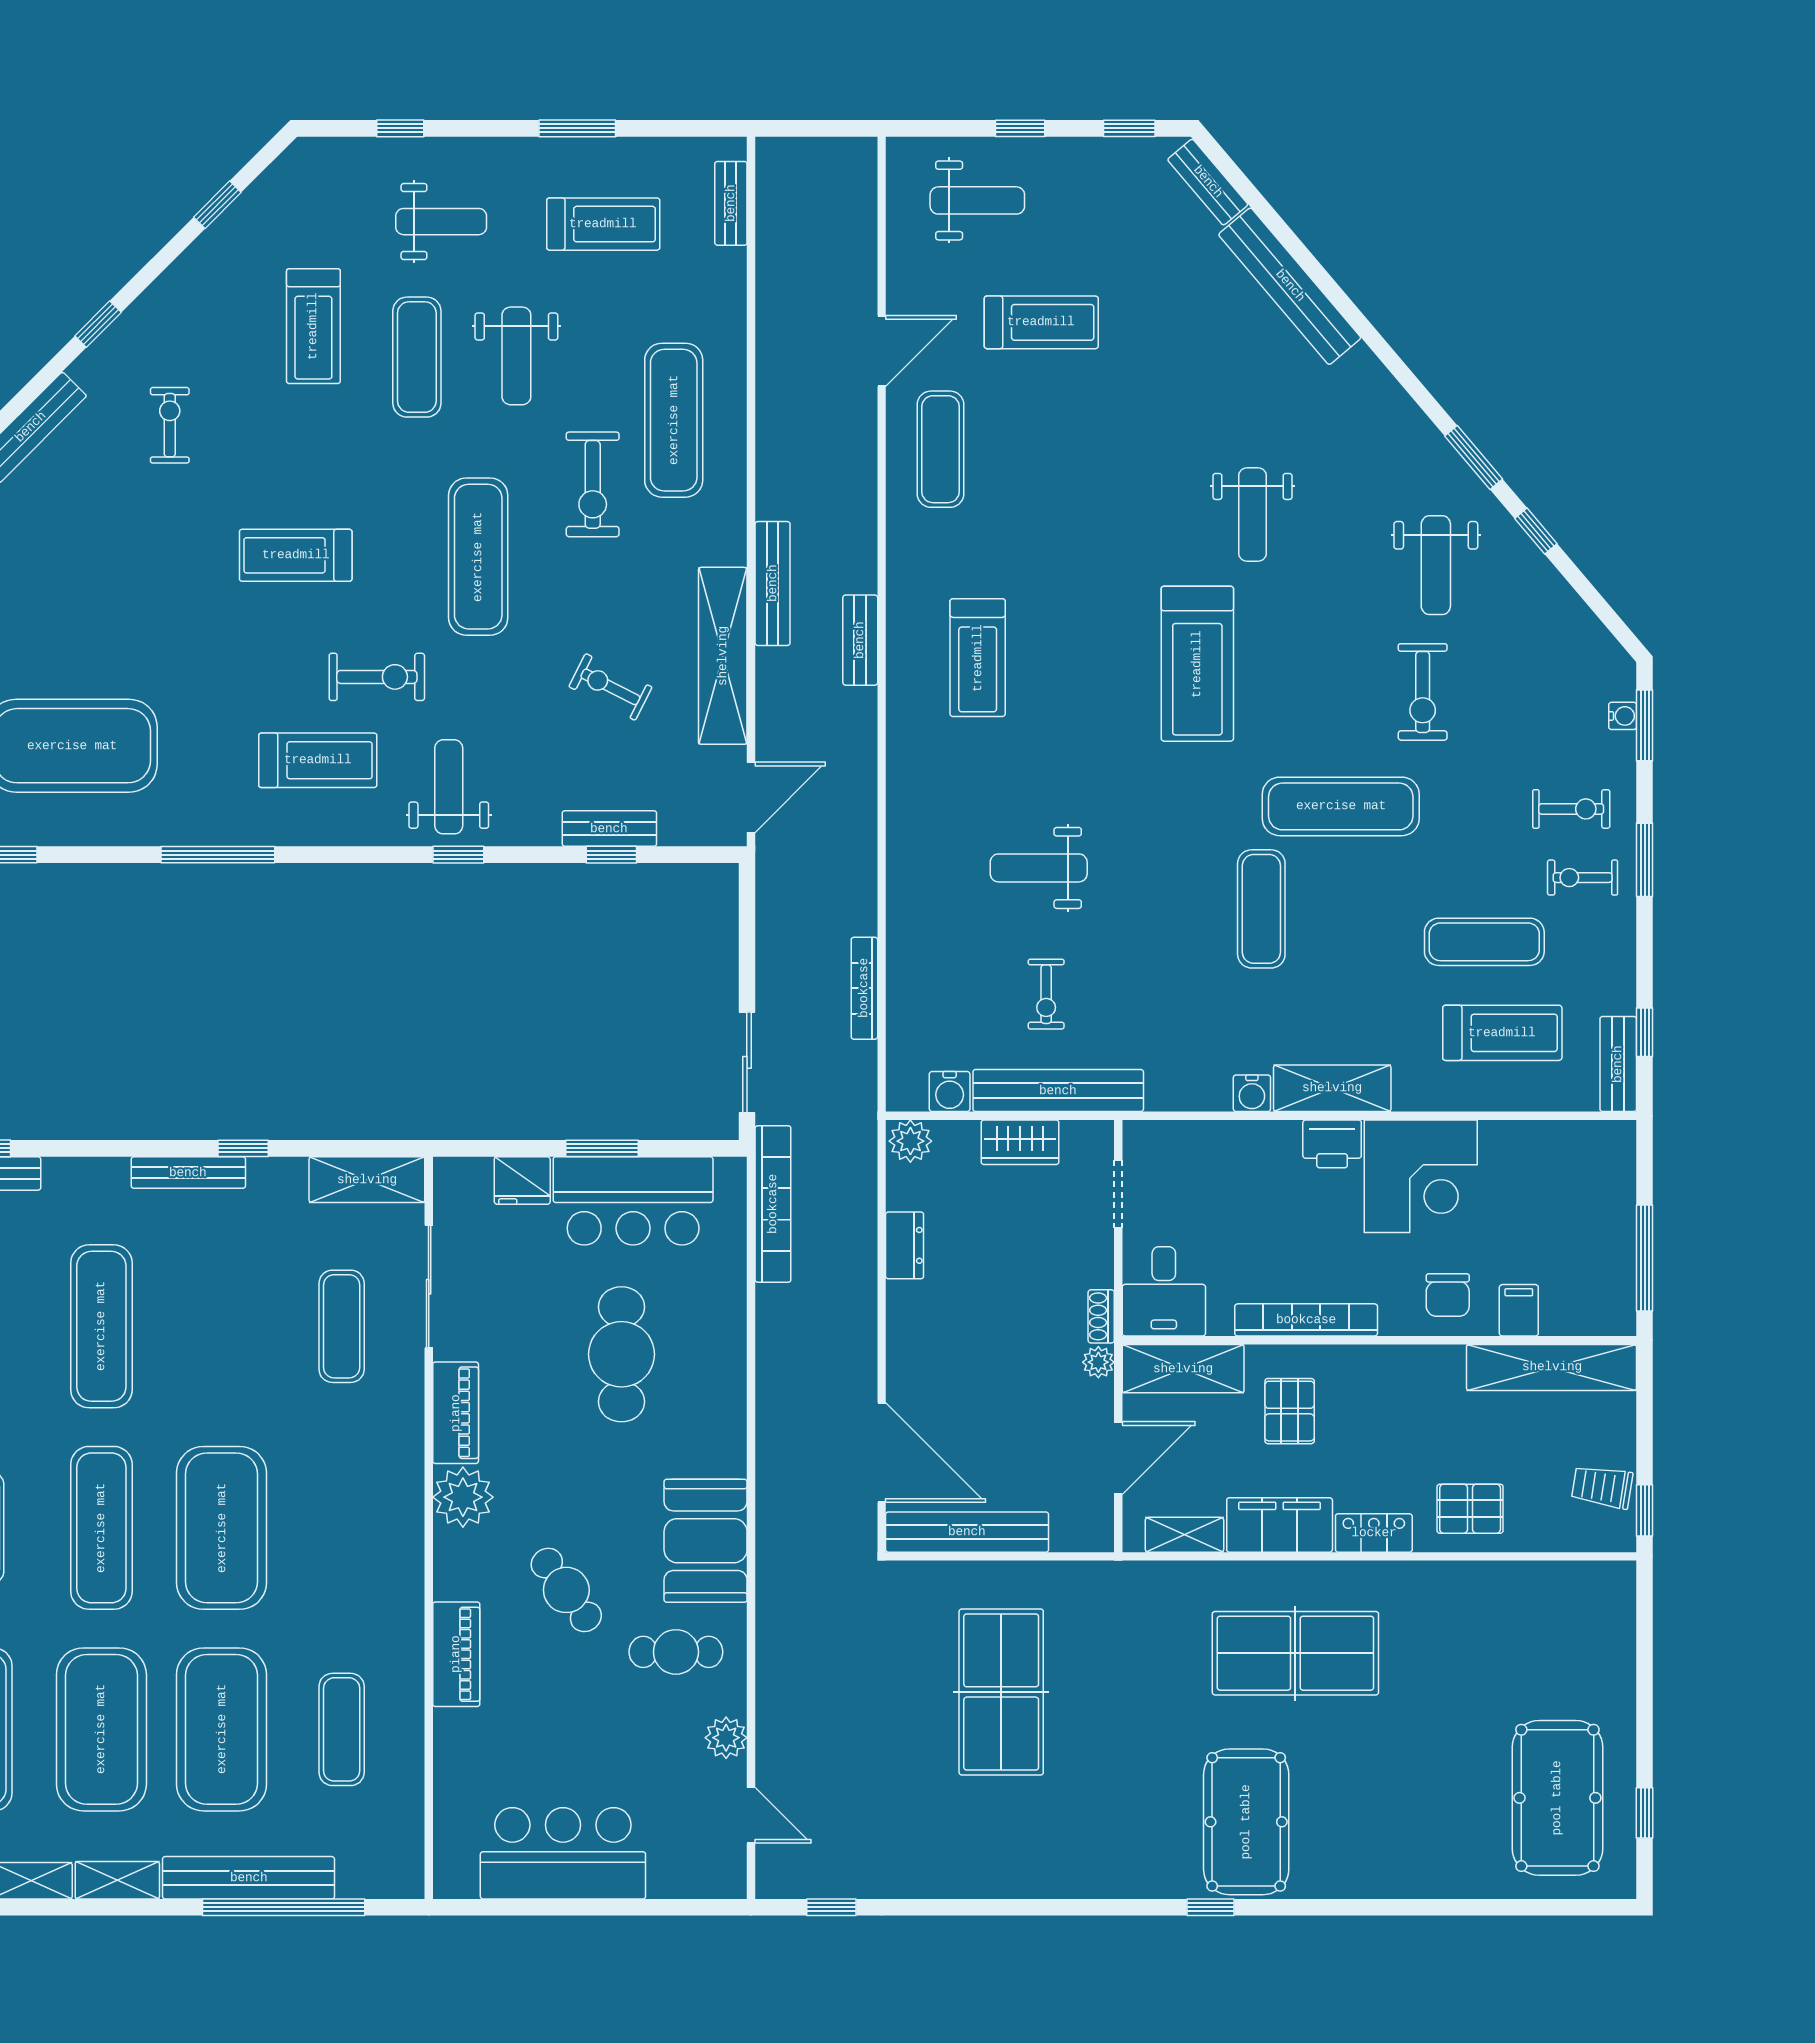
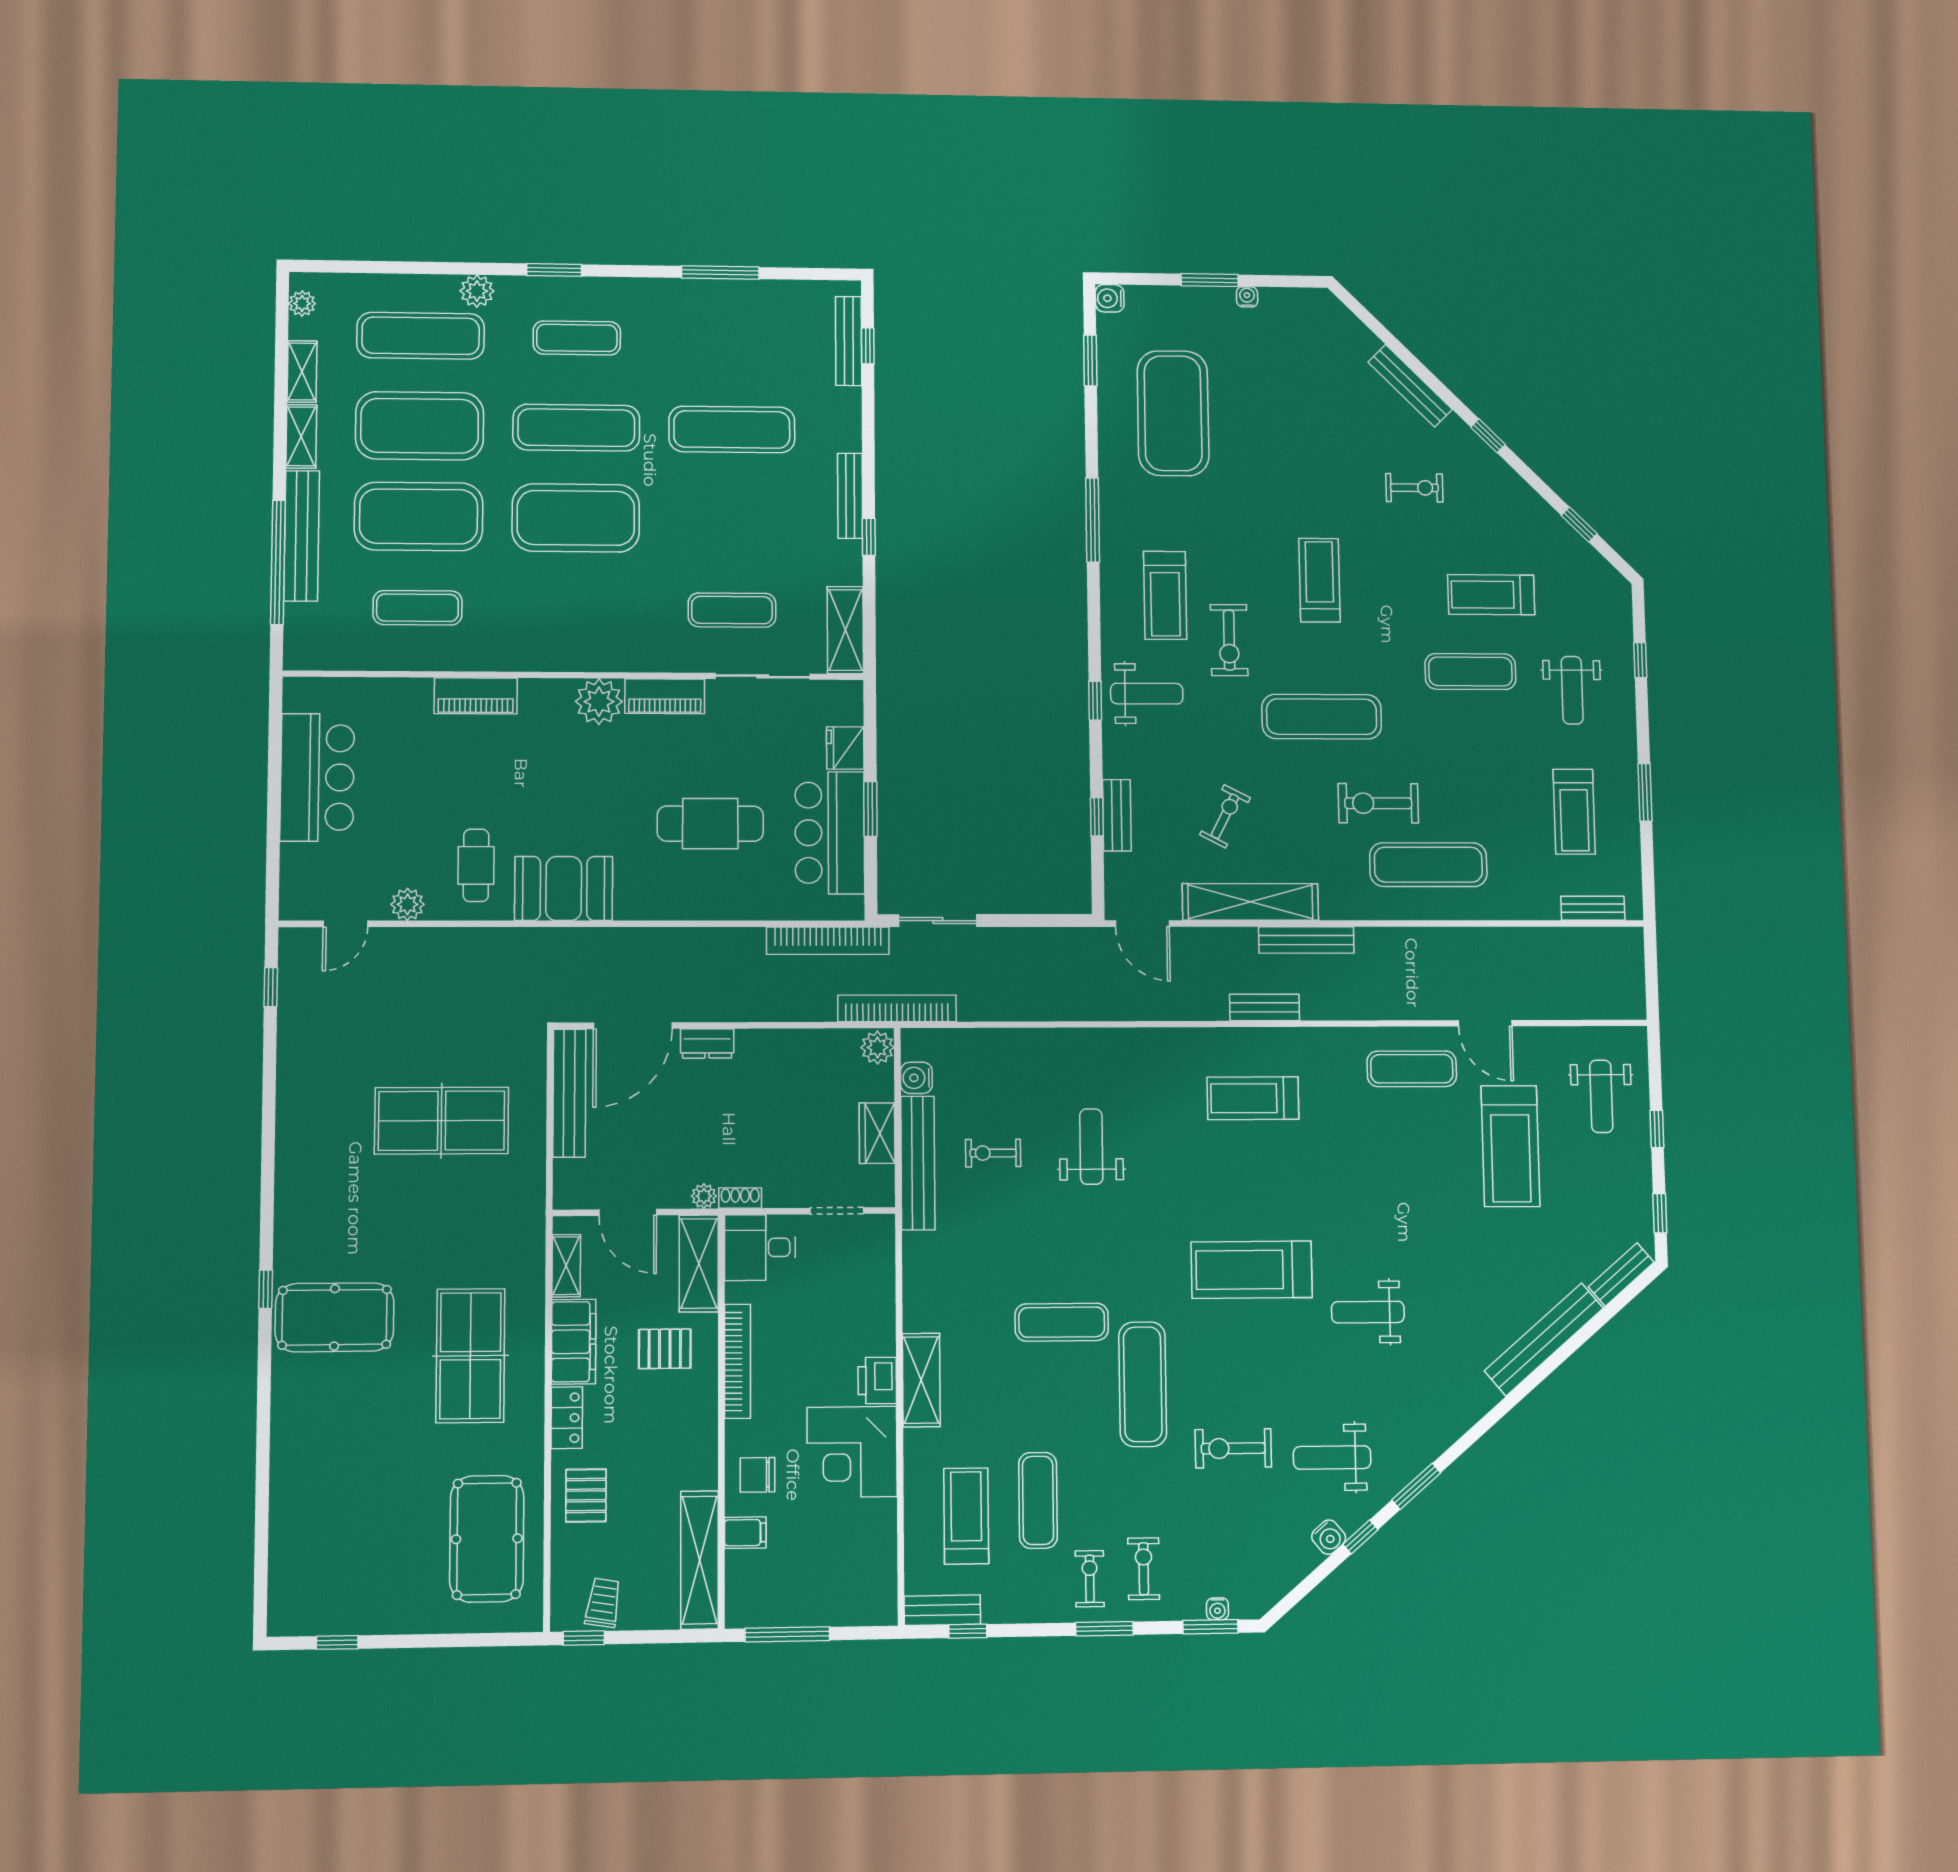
treadmill: (1041, 322) -> (1510, 1146), width x1.37, depth x1.38
weight bench: (516, 356) -> (1473, 746), removed
exercise bike: (1571, 809) -> (1144, 1569), turned 180
bookcase: (864, 988) -> (897, 1008), moved, width x1.48, depth x1.31
treadmill: (1502, 1033) -> (966, 1516), turned 180
water cooler: (1252, 1093) -> (1329, 1537), moved, turned -130
dresser: (905, 1245) -> (707, 1043), moved
cafe table: (566, 1590) -> (526, 781), removed
pool table: (1557, 1798) -> (487, 1539), moved, turned 90

